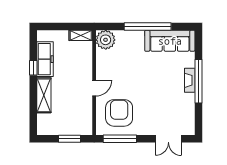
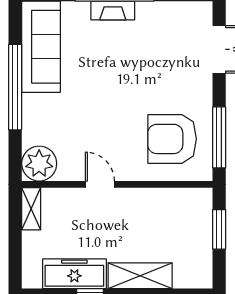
door: (94, 88) -> (100, 184), moved

